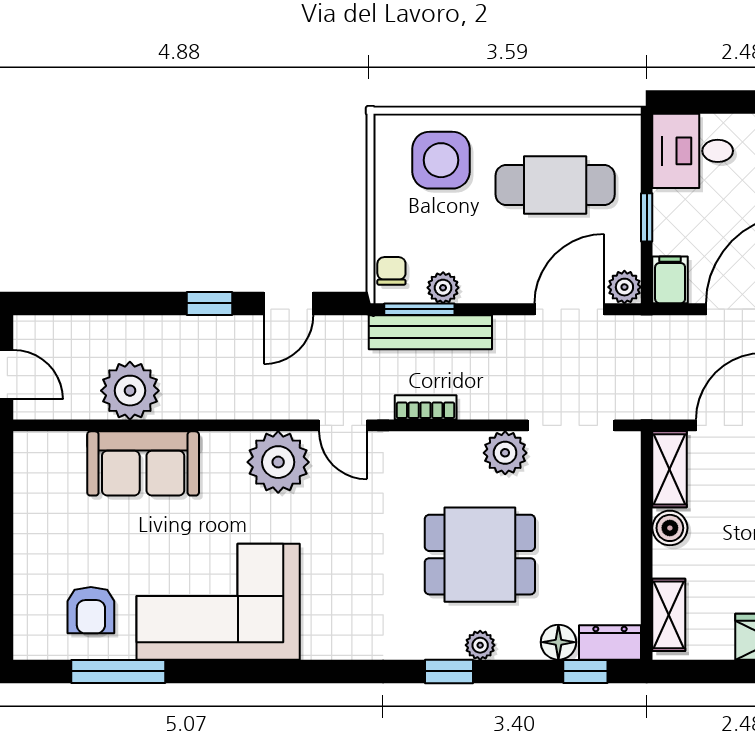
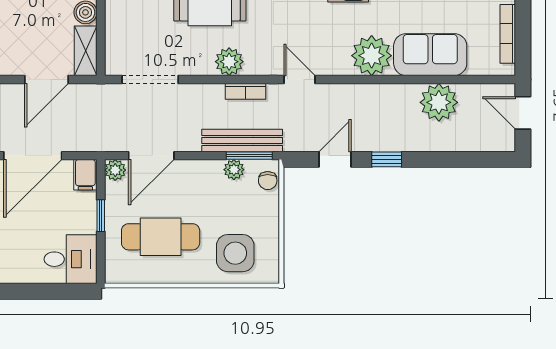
plant: (505, 453) -> (229, 62), moved
plant: (278, 462) -> (372, 56), moved
bookcase: (25, 495) -> (508, 34), added

